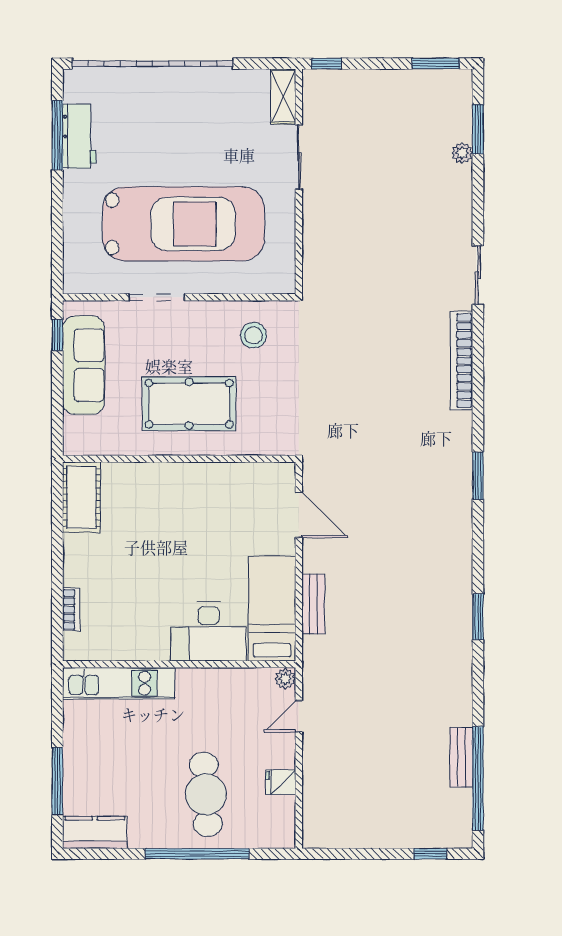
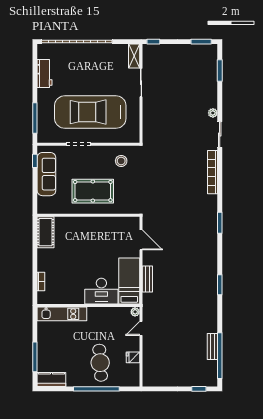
window: (57, 135) -> (35, 118), moved
plant: (462, 153) -> (213, 113), moved
car: (183, 224) -> (90, 112), turned 180

